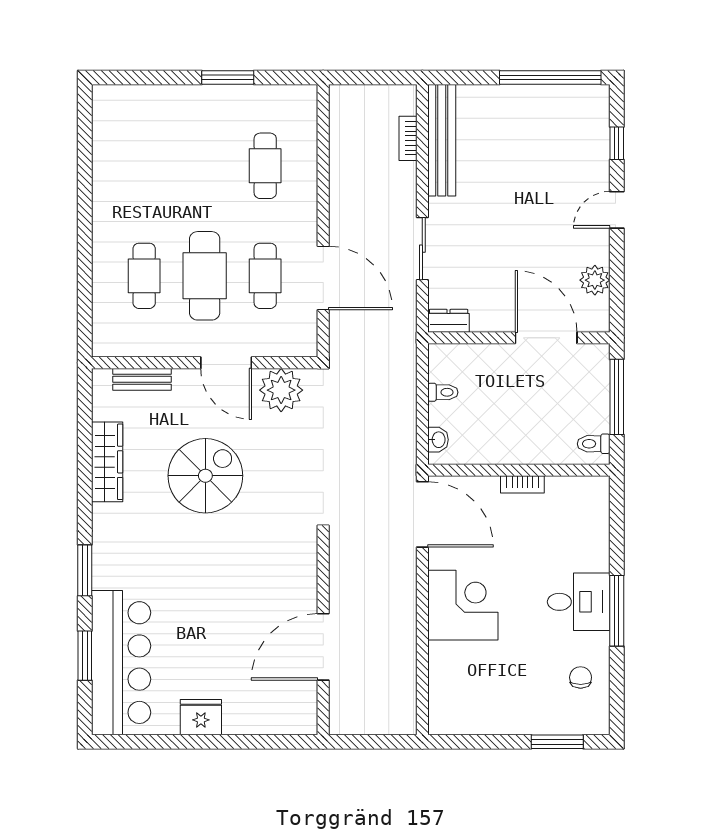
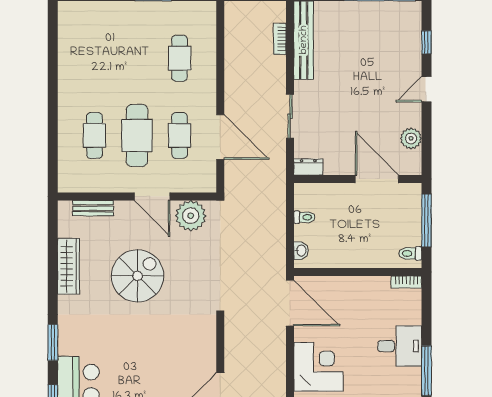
bookcase: (522, 484) -> (406, 282), moved
desk: (579, 602) -> (400, 346), moved

